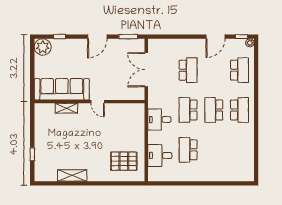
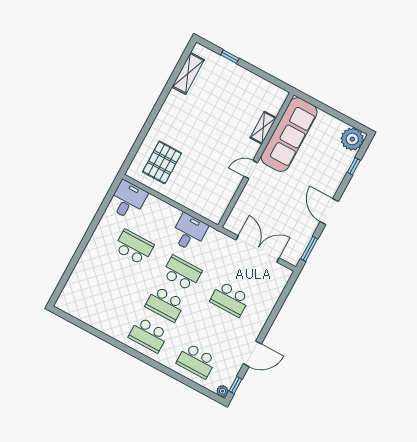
door: (215, 37) -> (252, 354), swing flipped
school desk: (214, 110) -> (165, 304), turned 180
desk: (160, 155) -> (128, 200), moved
shelving: (72, 175) -> (188, 73), moved

